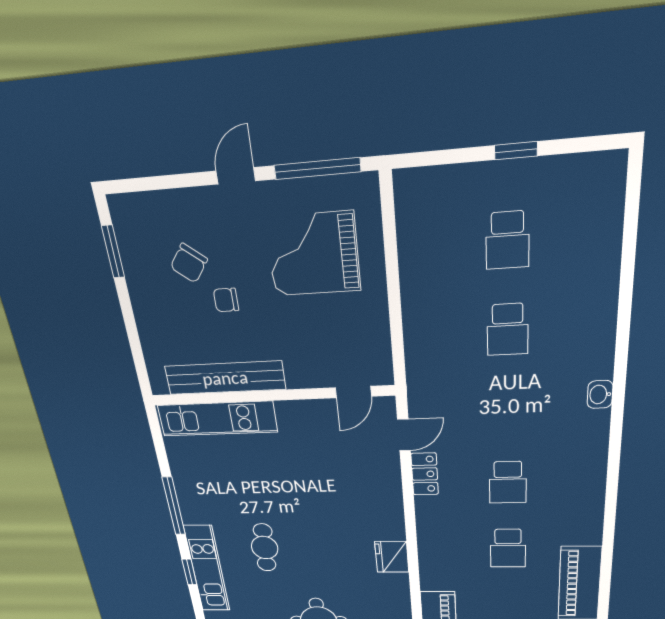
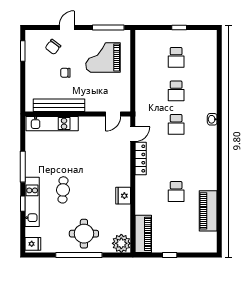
door: (236, 176) -> (67, 27), moved
chair: (189, 263) -> (53, 47), moved
locker: (425, 474) -> (141, 159), width x1.53
school desk: (508, 482) -> (176, 124), moved

